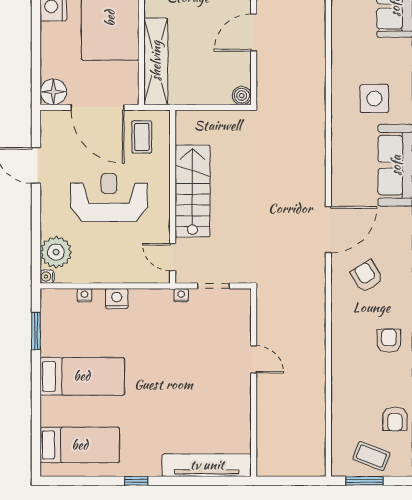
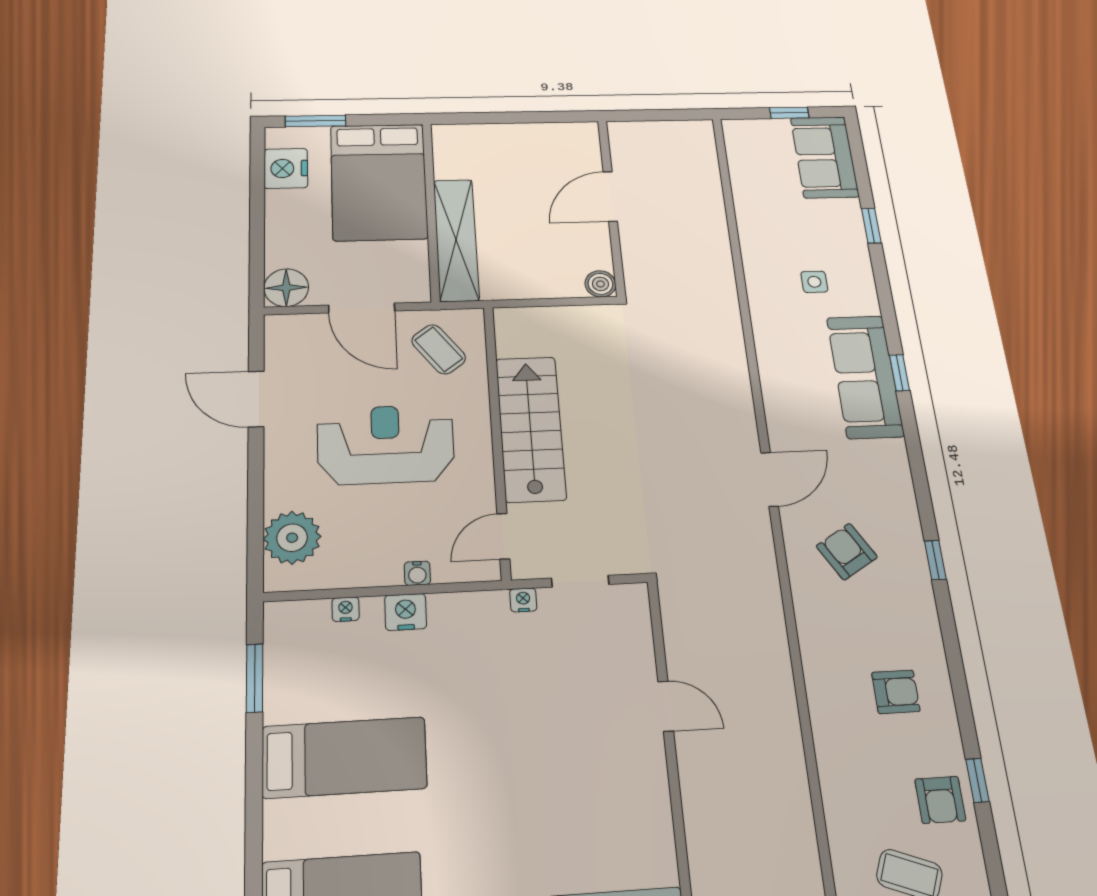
side table: (374, 99) -> (814, 282), width x0.54, depth x0.54
door: (97, 107) -> (362, 308), width x0.73
coffee table: (142, 137) -> (439, 349), turned -37
door: (328, 230) -> (770, 479), width x0.73
door: (173, 257) -> (503, 536), hinge flipped
water cooler: (47, 277) -> (417, 573), moved, turned -90
armchair: (389, 341) -> (896, 692), moved, turned 90

